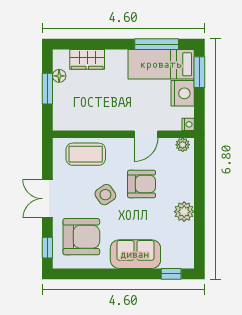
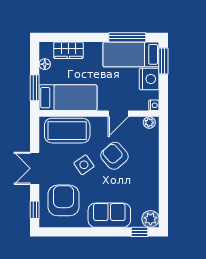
window: (47, 89) -> (35, 88), moved
bed: (87, 115) -> (68, 98), added
coffee table: (86, 154) -> (67, 131), width x1.36, depth x1.32
armchair: (142, 184) -> (114, 156), turned -131
plant: (184, 212) -> (150, 219), moved
armchair: (81, 237) -> (63, 200), turned -90

